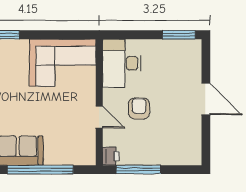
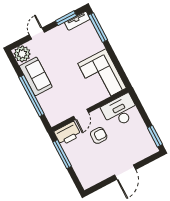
printer: (111, 156) -> (67, 133), width x1.87, depth x1.48

